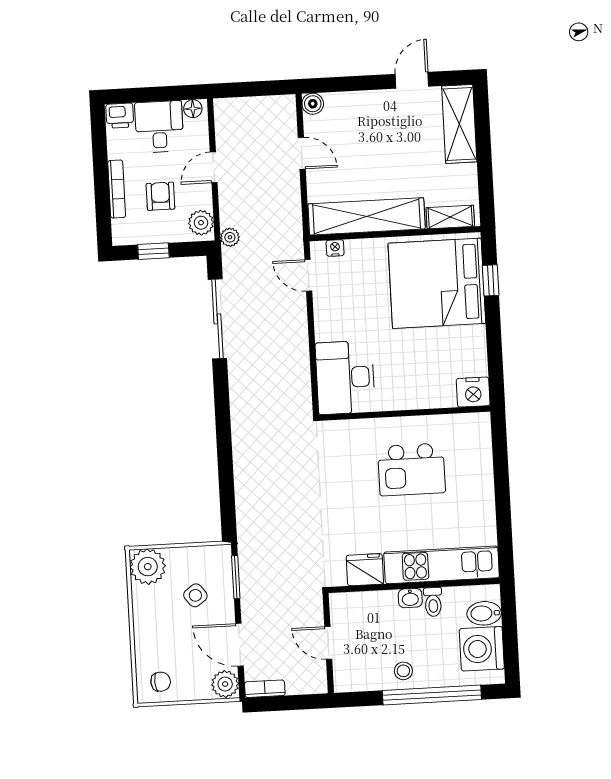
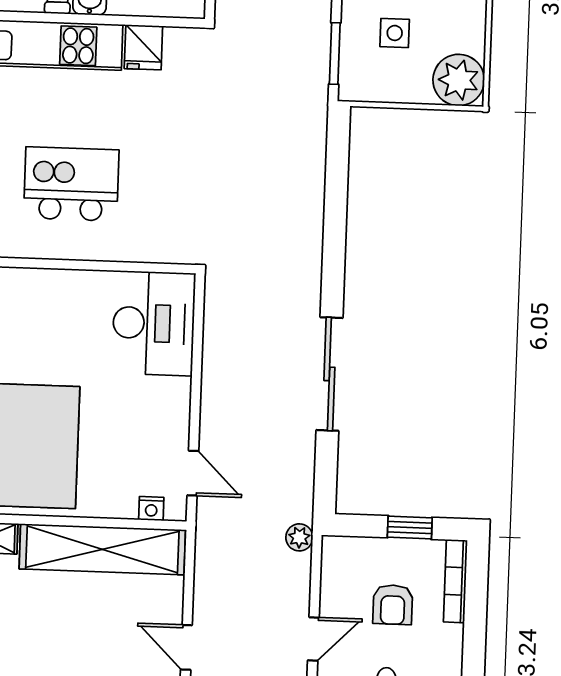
bookcase: (117, 189) -> (455, 581), moved
plant: (201, 223) -> (339, 562), removed
sliding door: (217, 319) -> (329, 374), moved
fridge: (365, 570) -> (143, 47), width x0.72
side table: (195, 595) -> (395, 33), turned 36

